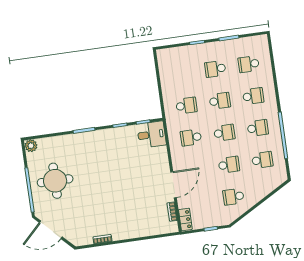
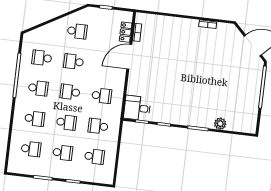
school desk: (182, 74) -> (95, 157), added
school desk: (253, 96) -> (35, 119), turned 180
school desk: (220, 101) -> (66, 122), turned 180
school desk: (258, 128) -> (38, 88), turned 180
plant: (31, 146) -> (220, 124), moved
round table: (55, 181) -> (237, 89), removed
locker: (185, 219) -> (126, 32), moved

